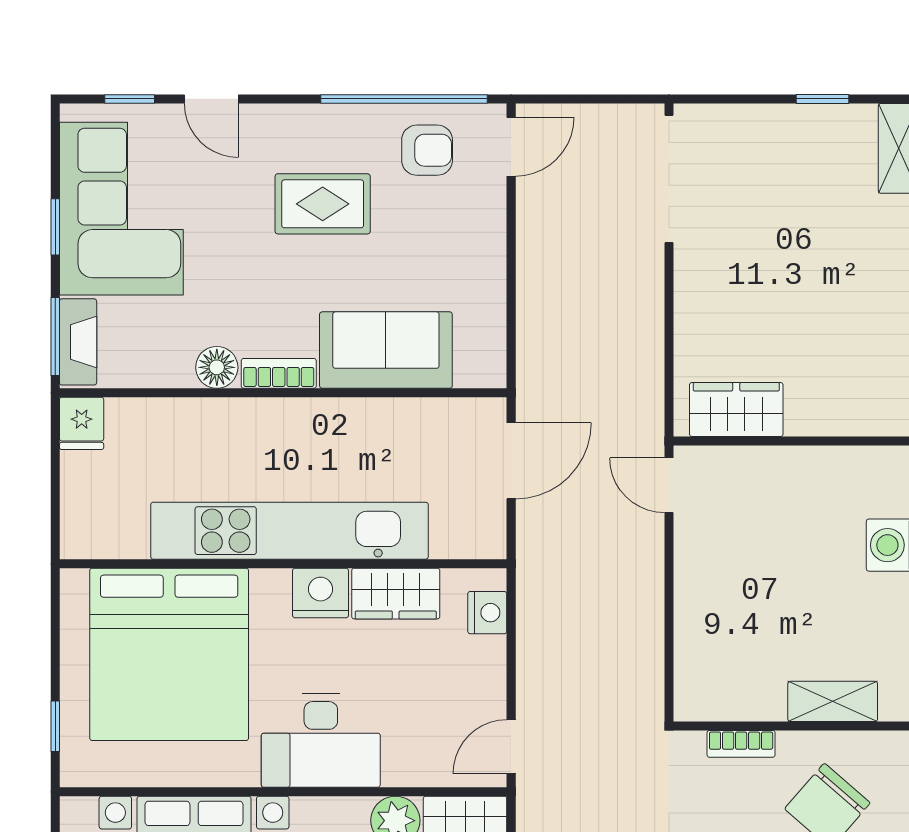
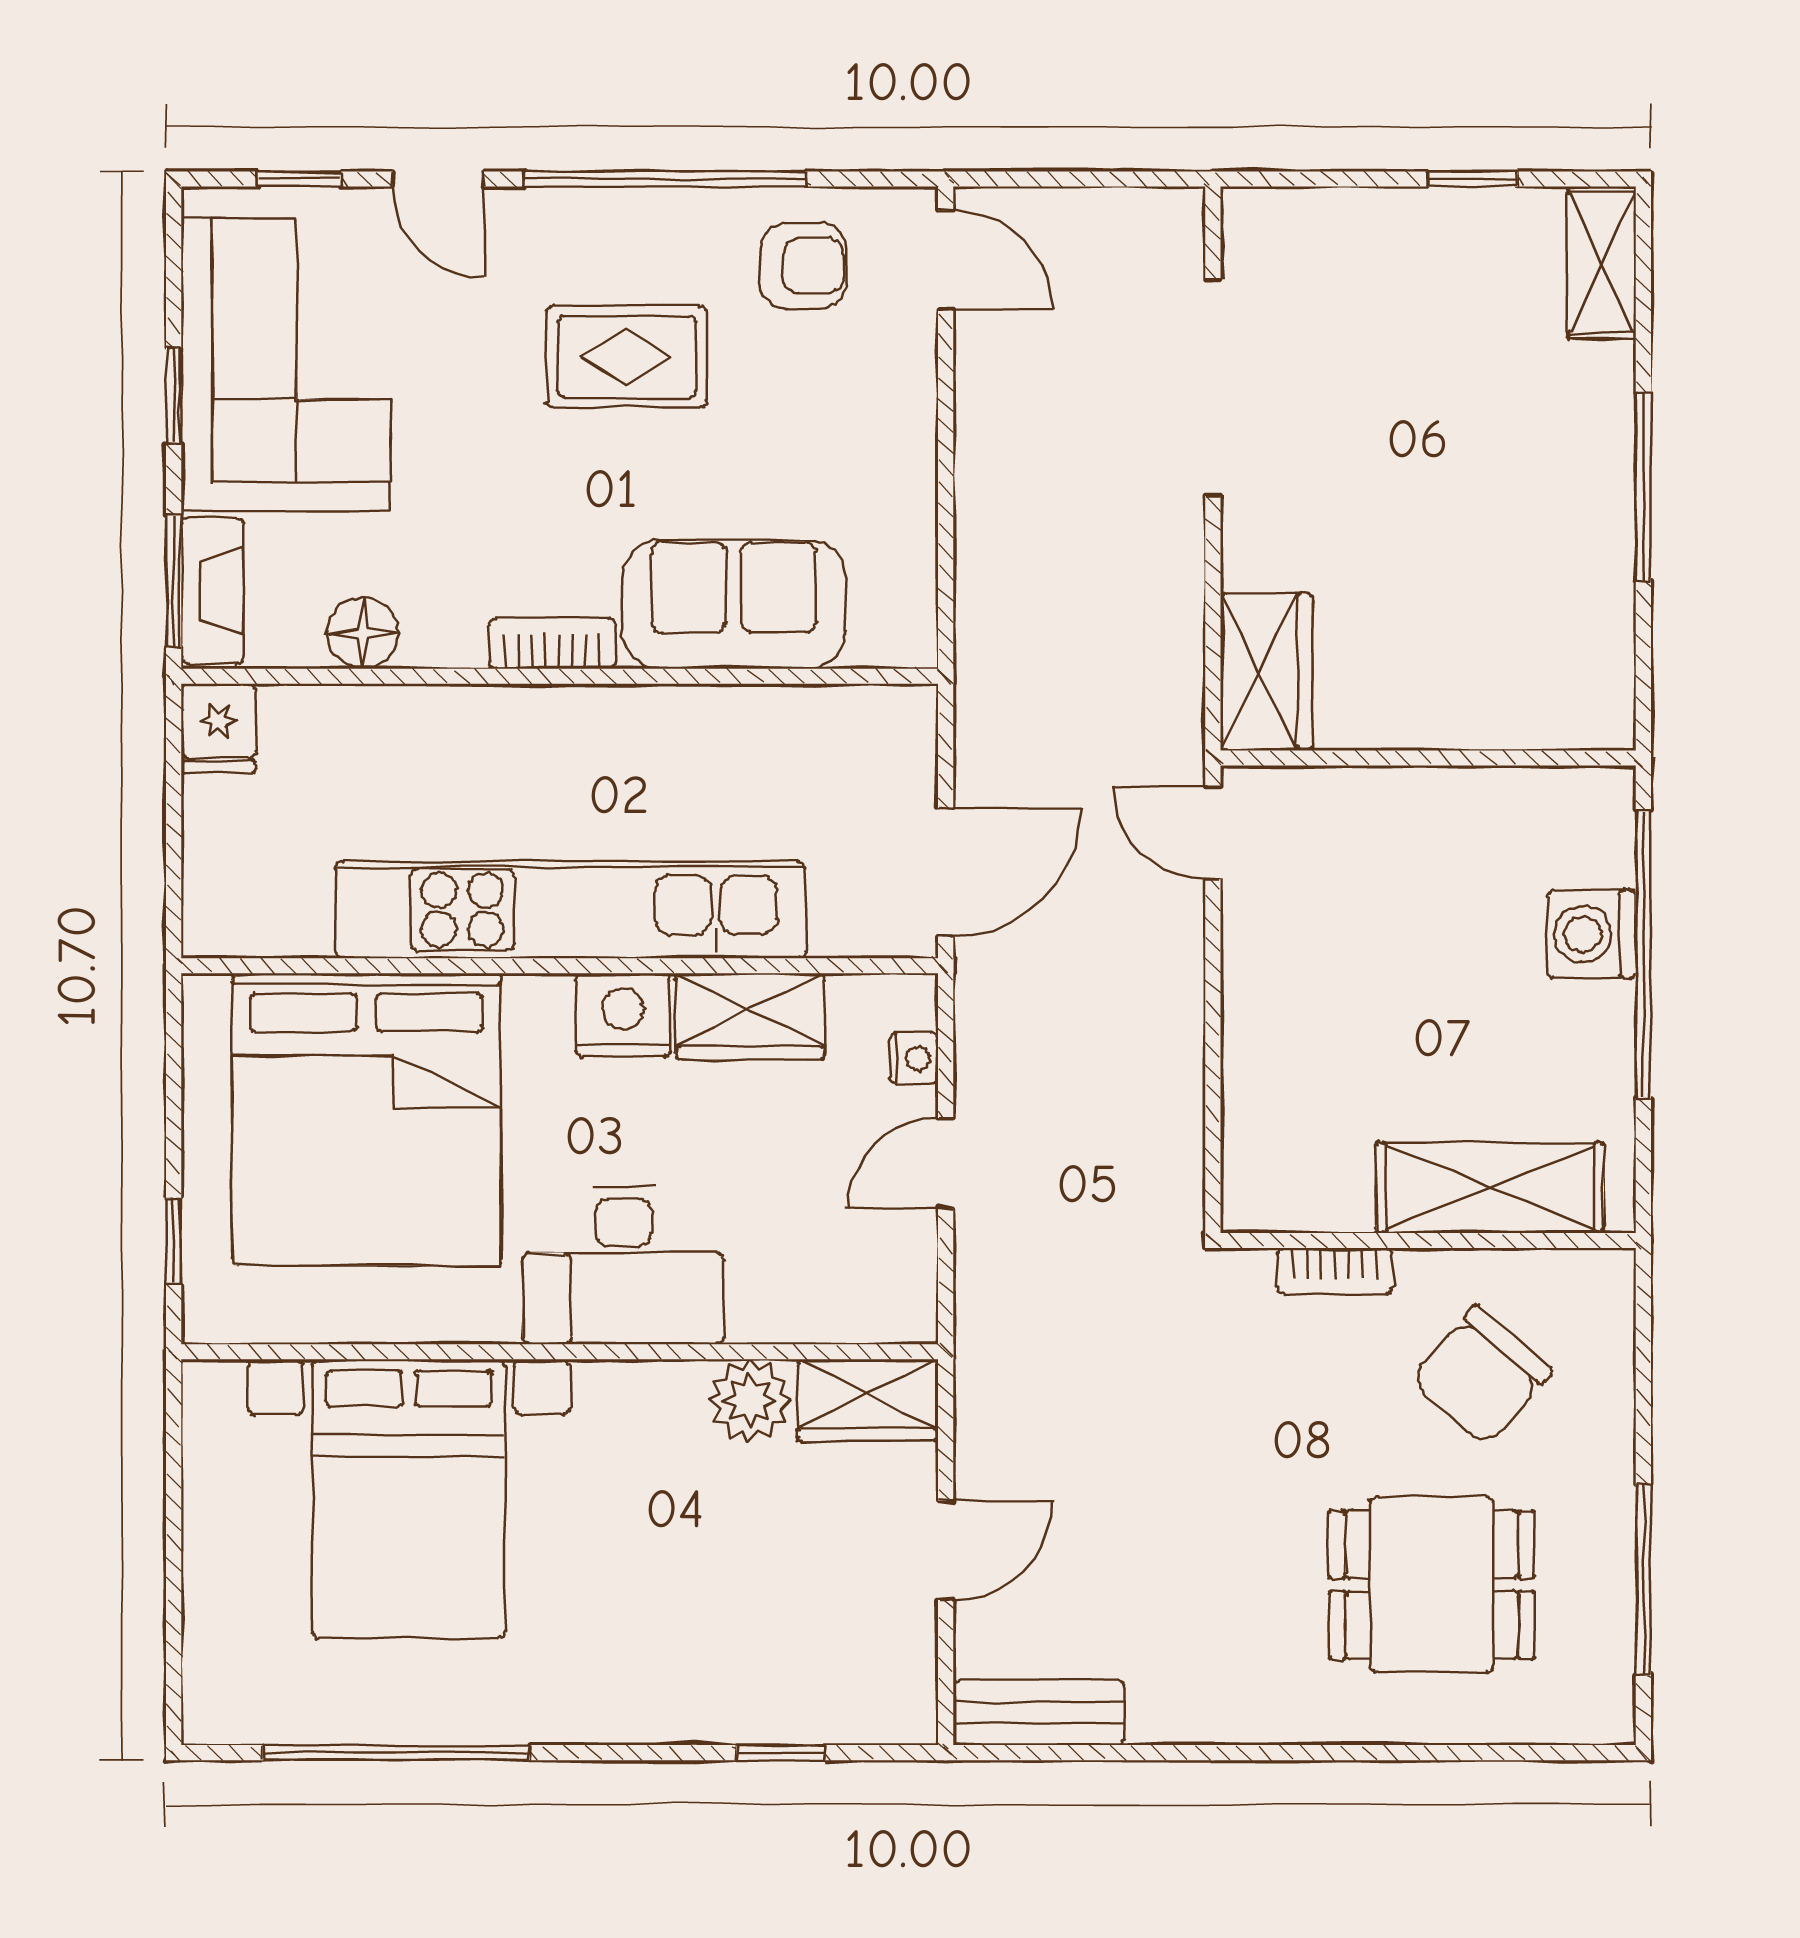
window: (404, 99) -> (665, 179), moved
door: (511, 147) -> (946, 260), hinge flipped
doorway: (669, 179) -> (1213, 388), moved
floor lamp: (217, 367) -> (363, 633), moved
wardrobe: (736, 409) -> (1266, 672), moved, turned 90
door: (511, 461) -> (946, 872), moved
nightstand: (487, 613) -> (914, 1059), width x0.72, depth x0.74
shelving: (833, 701) -> (1490, 1188), width x1.50, depth x1.33
door: (511, 747) -> (946, 1163), moved

